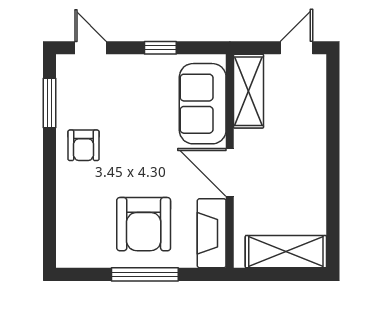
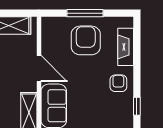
window: (50, 103) -> (137, 106), width x0.67
fireplace: (212, 233) -> (126, 47), moved, turned 180

